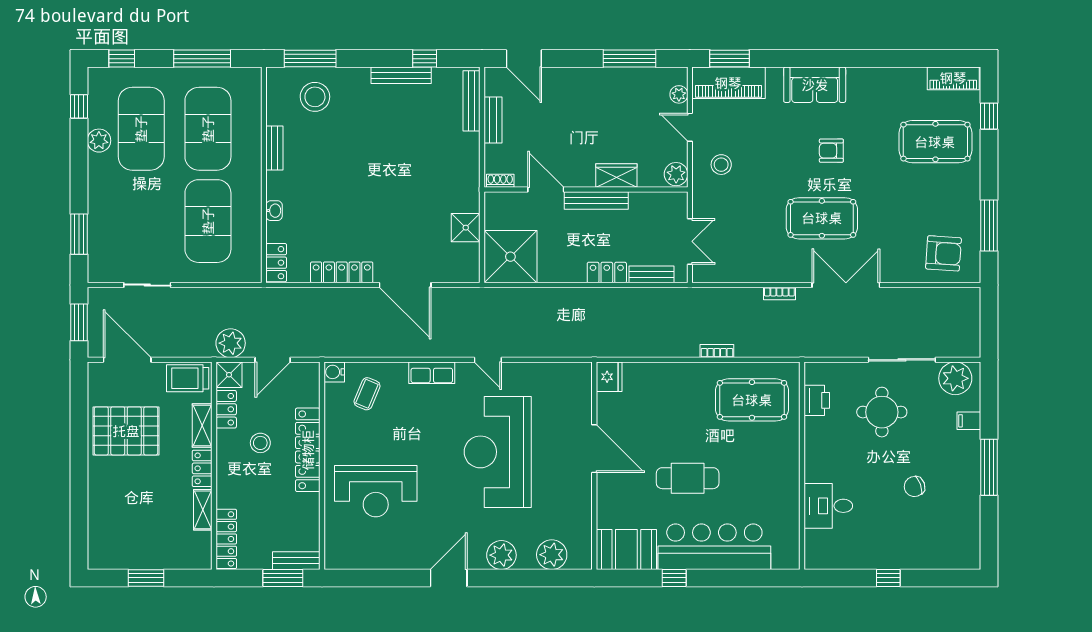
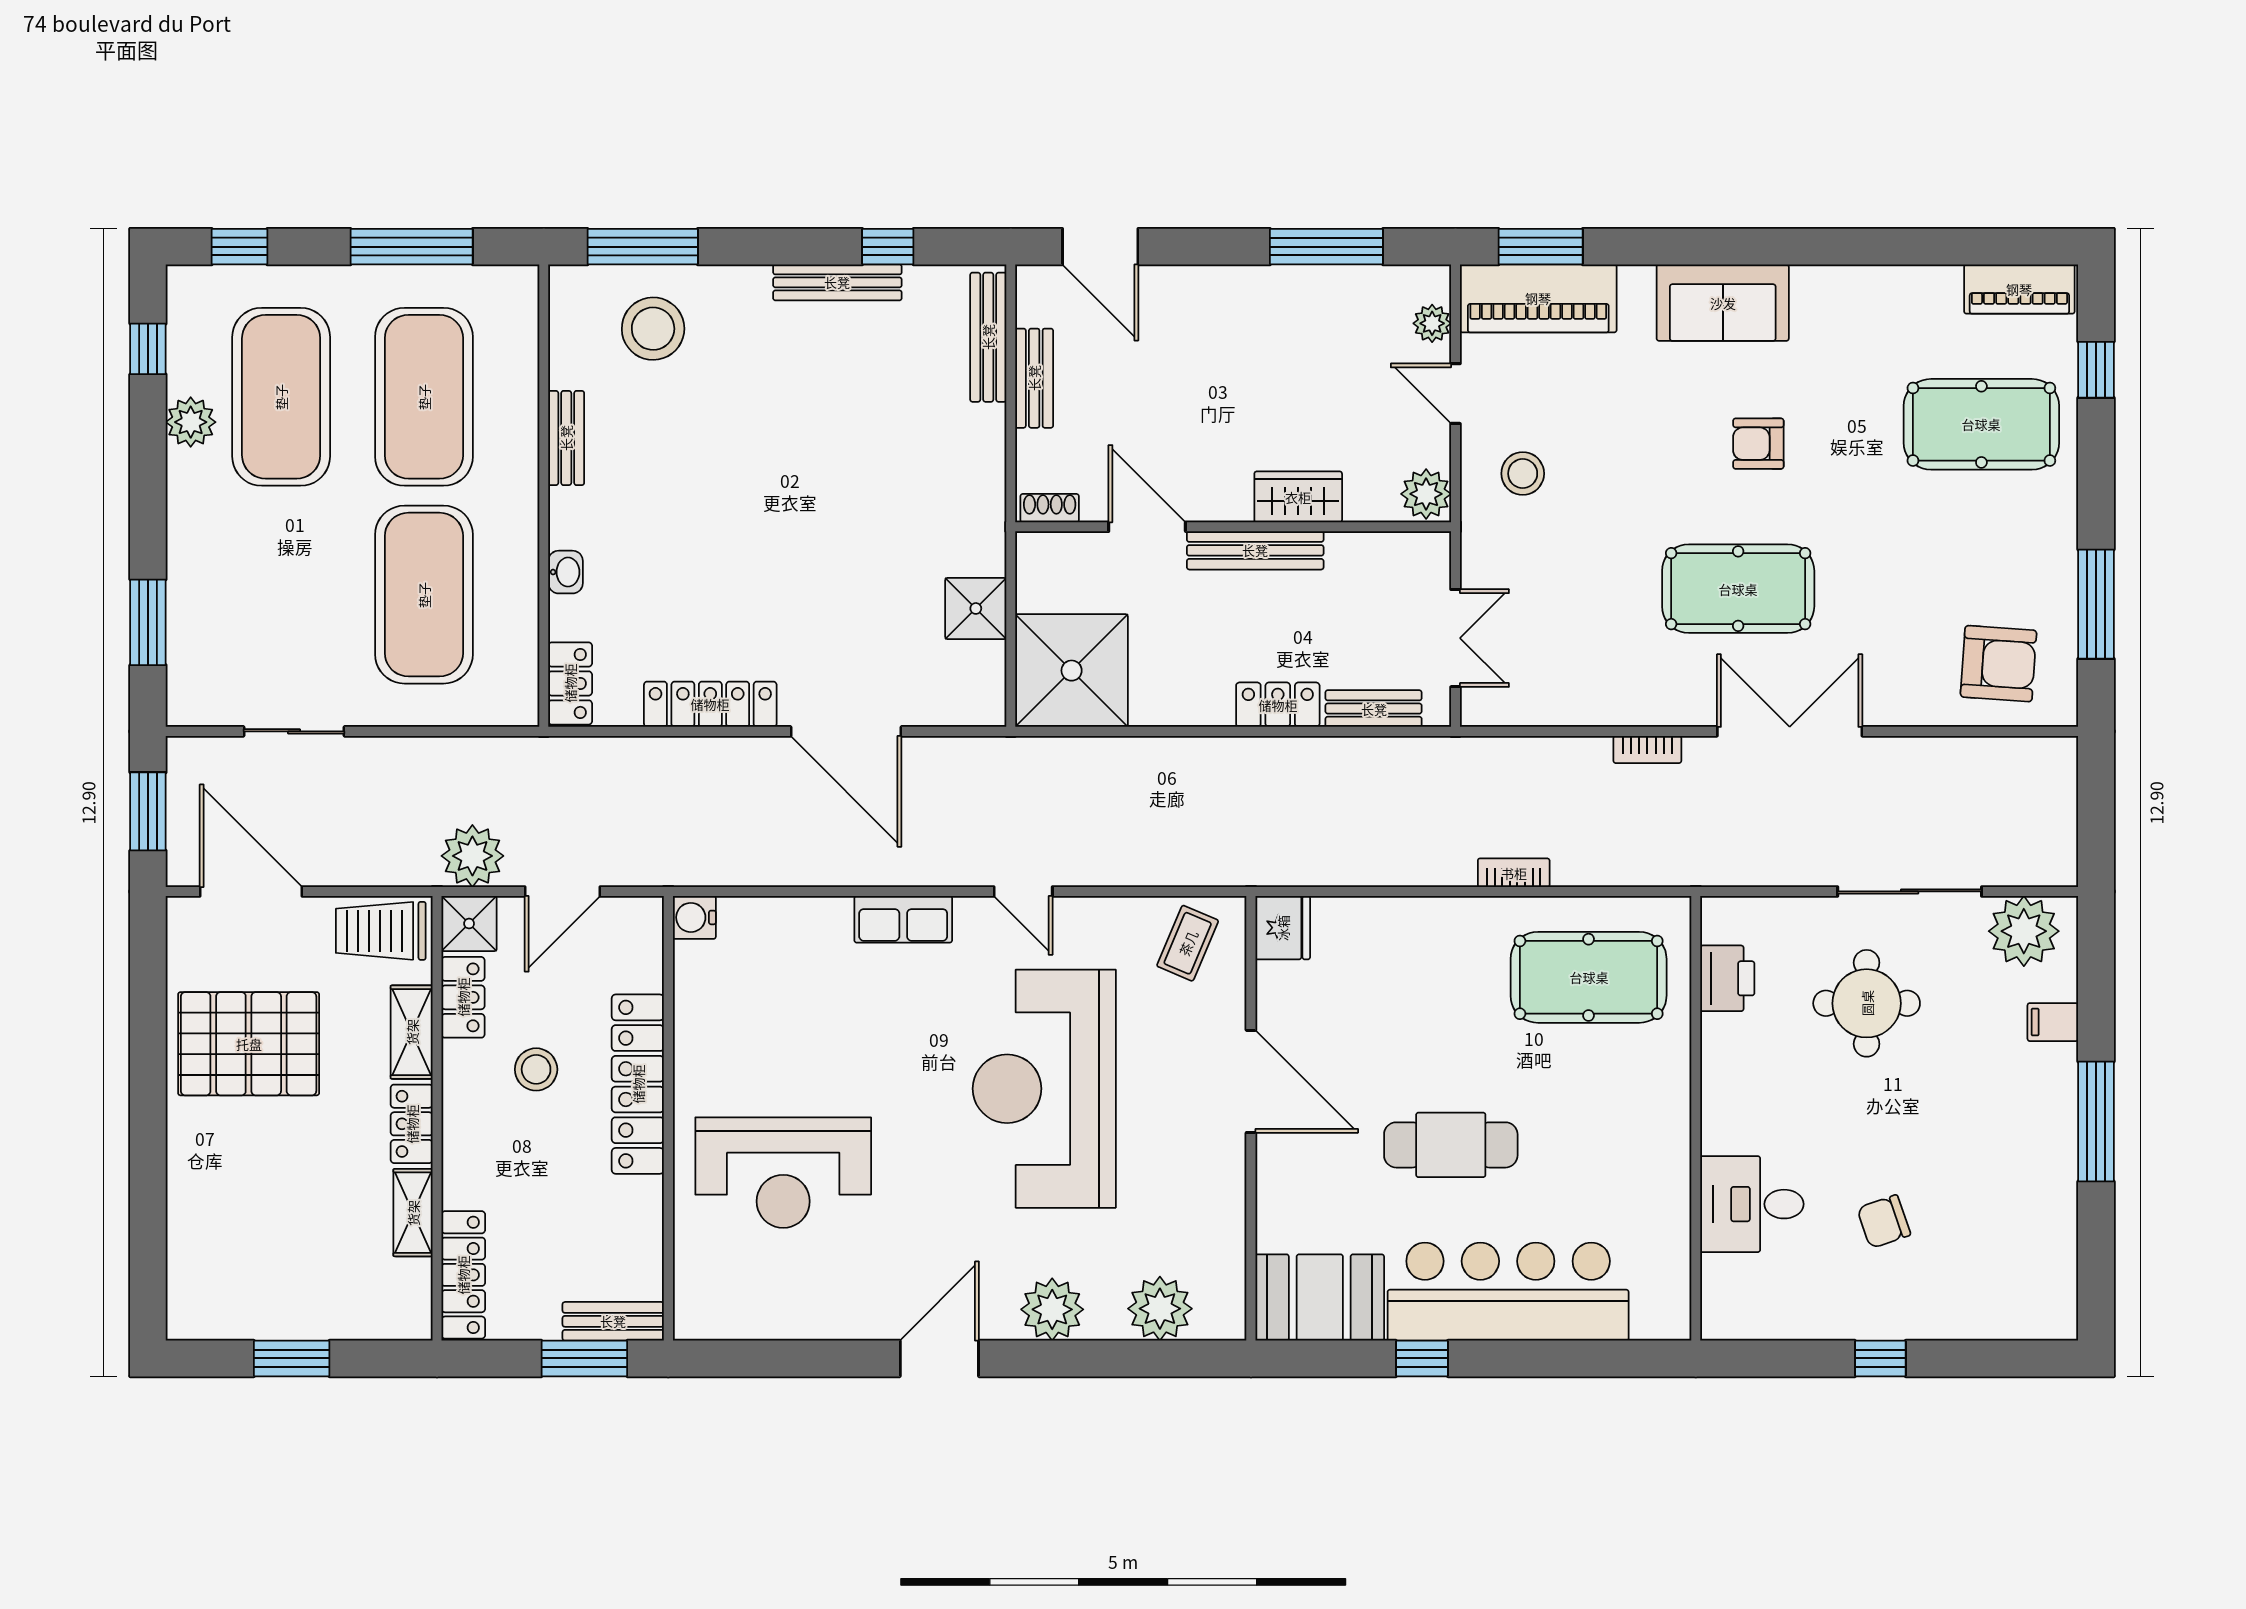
coffee table: (367, 394) -> (1188, 943), moved
chair: (915, 487) -> (1884, 1222), moved

